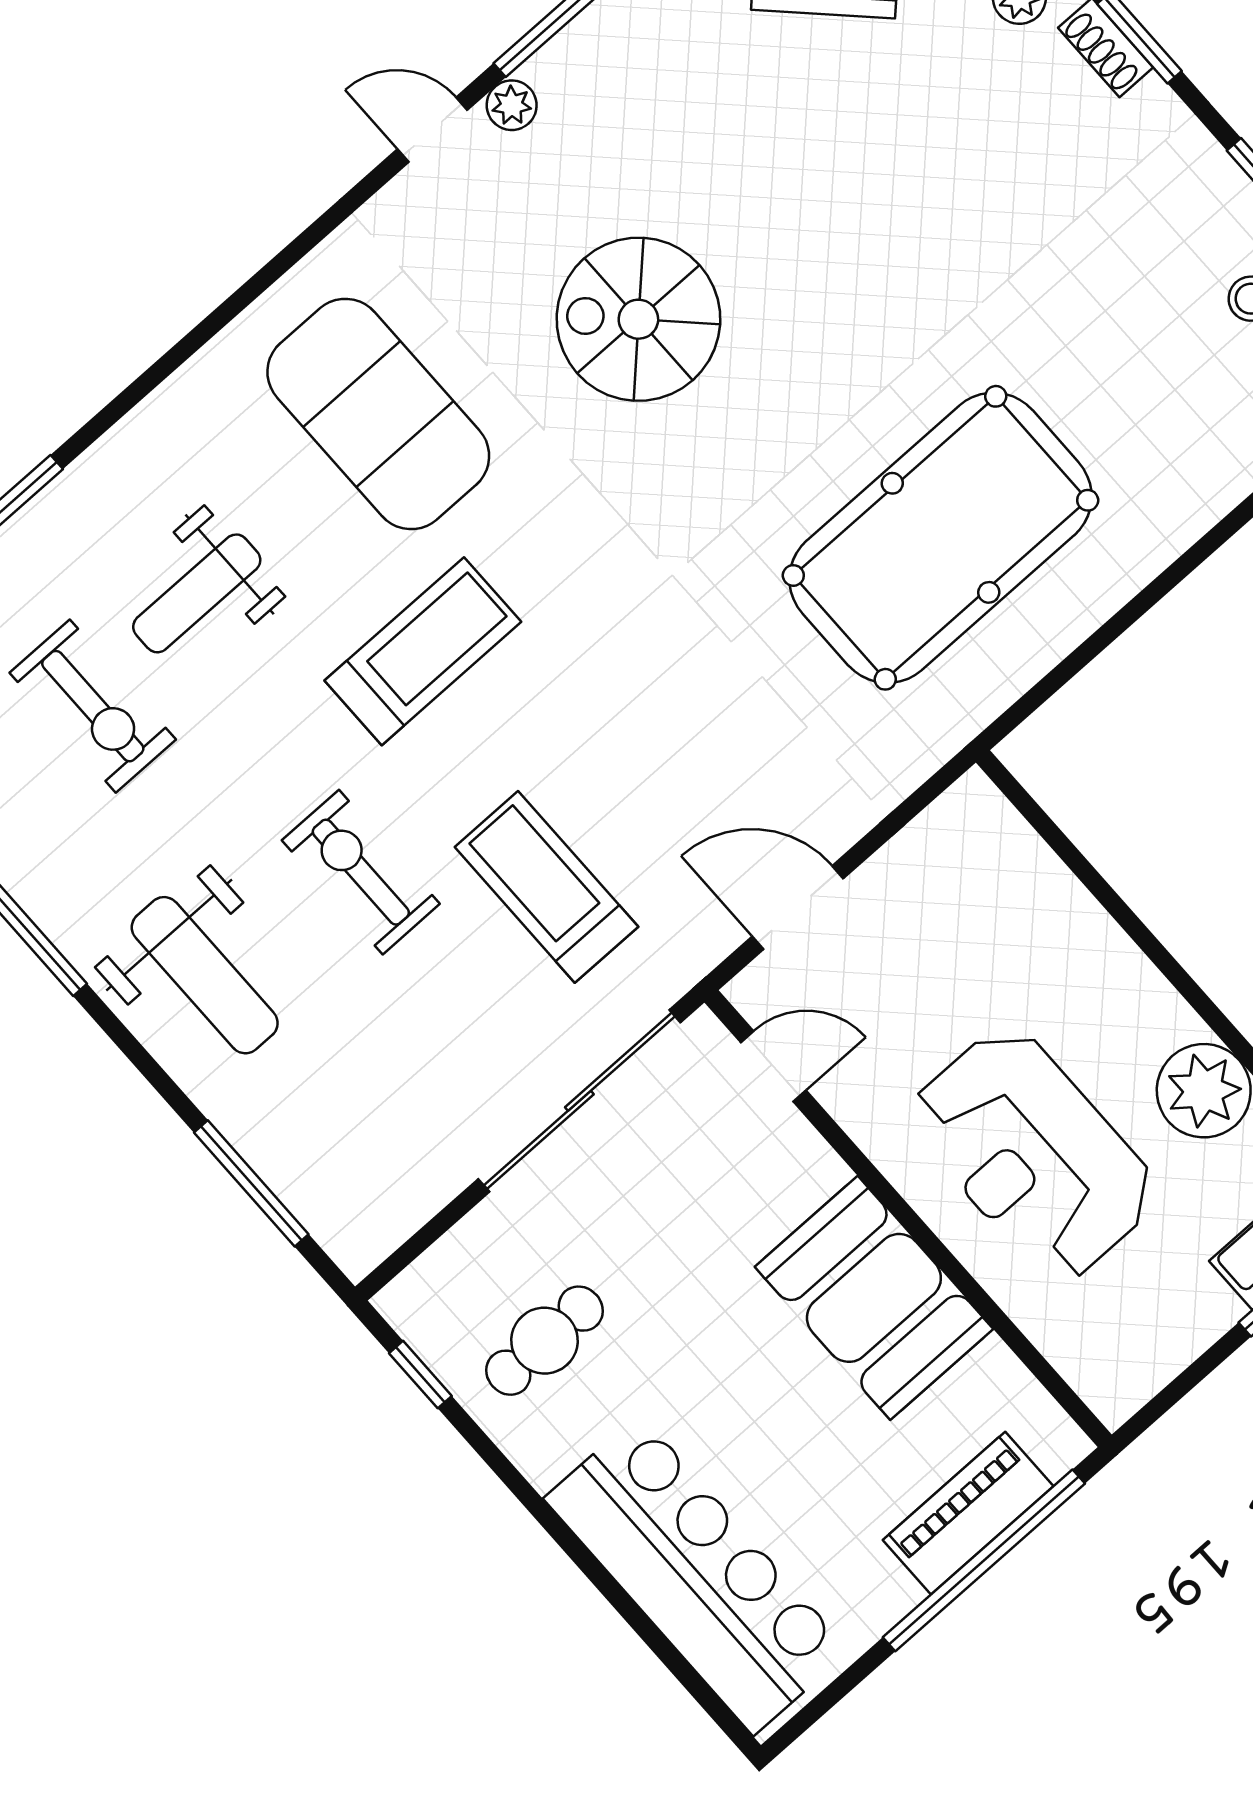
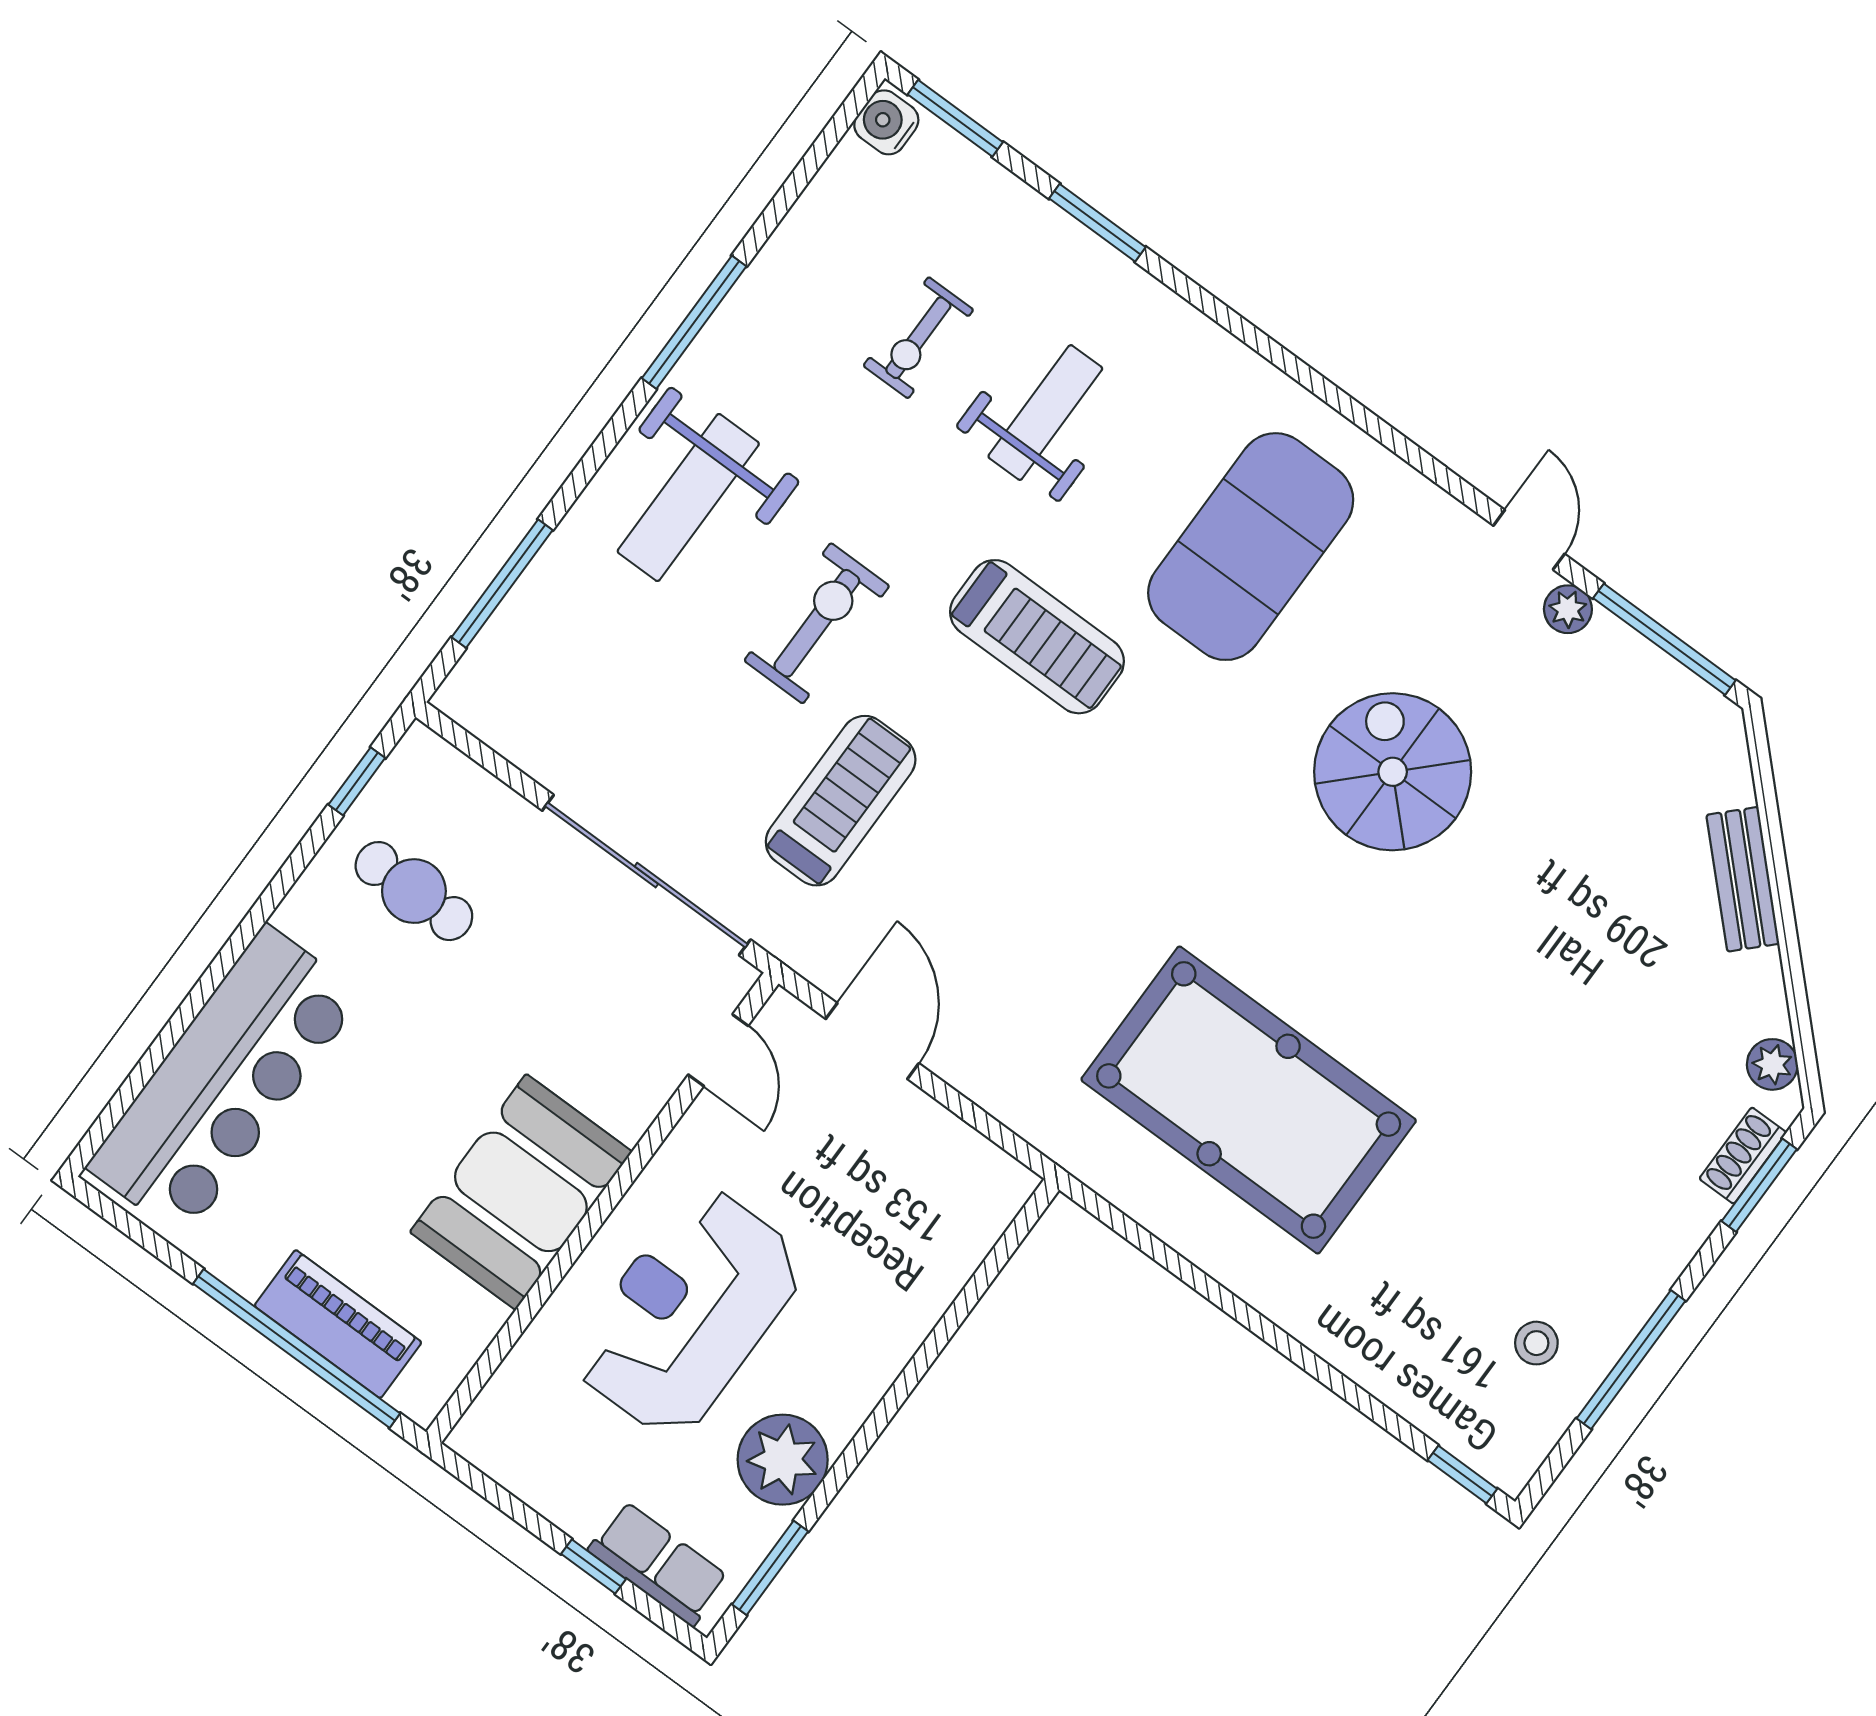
weight bench: (197, 593) -> (1045, 413), turned 90
exercise bike: (93, 706) -> (918, 338), width x0.73, depth x0.72

